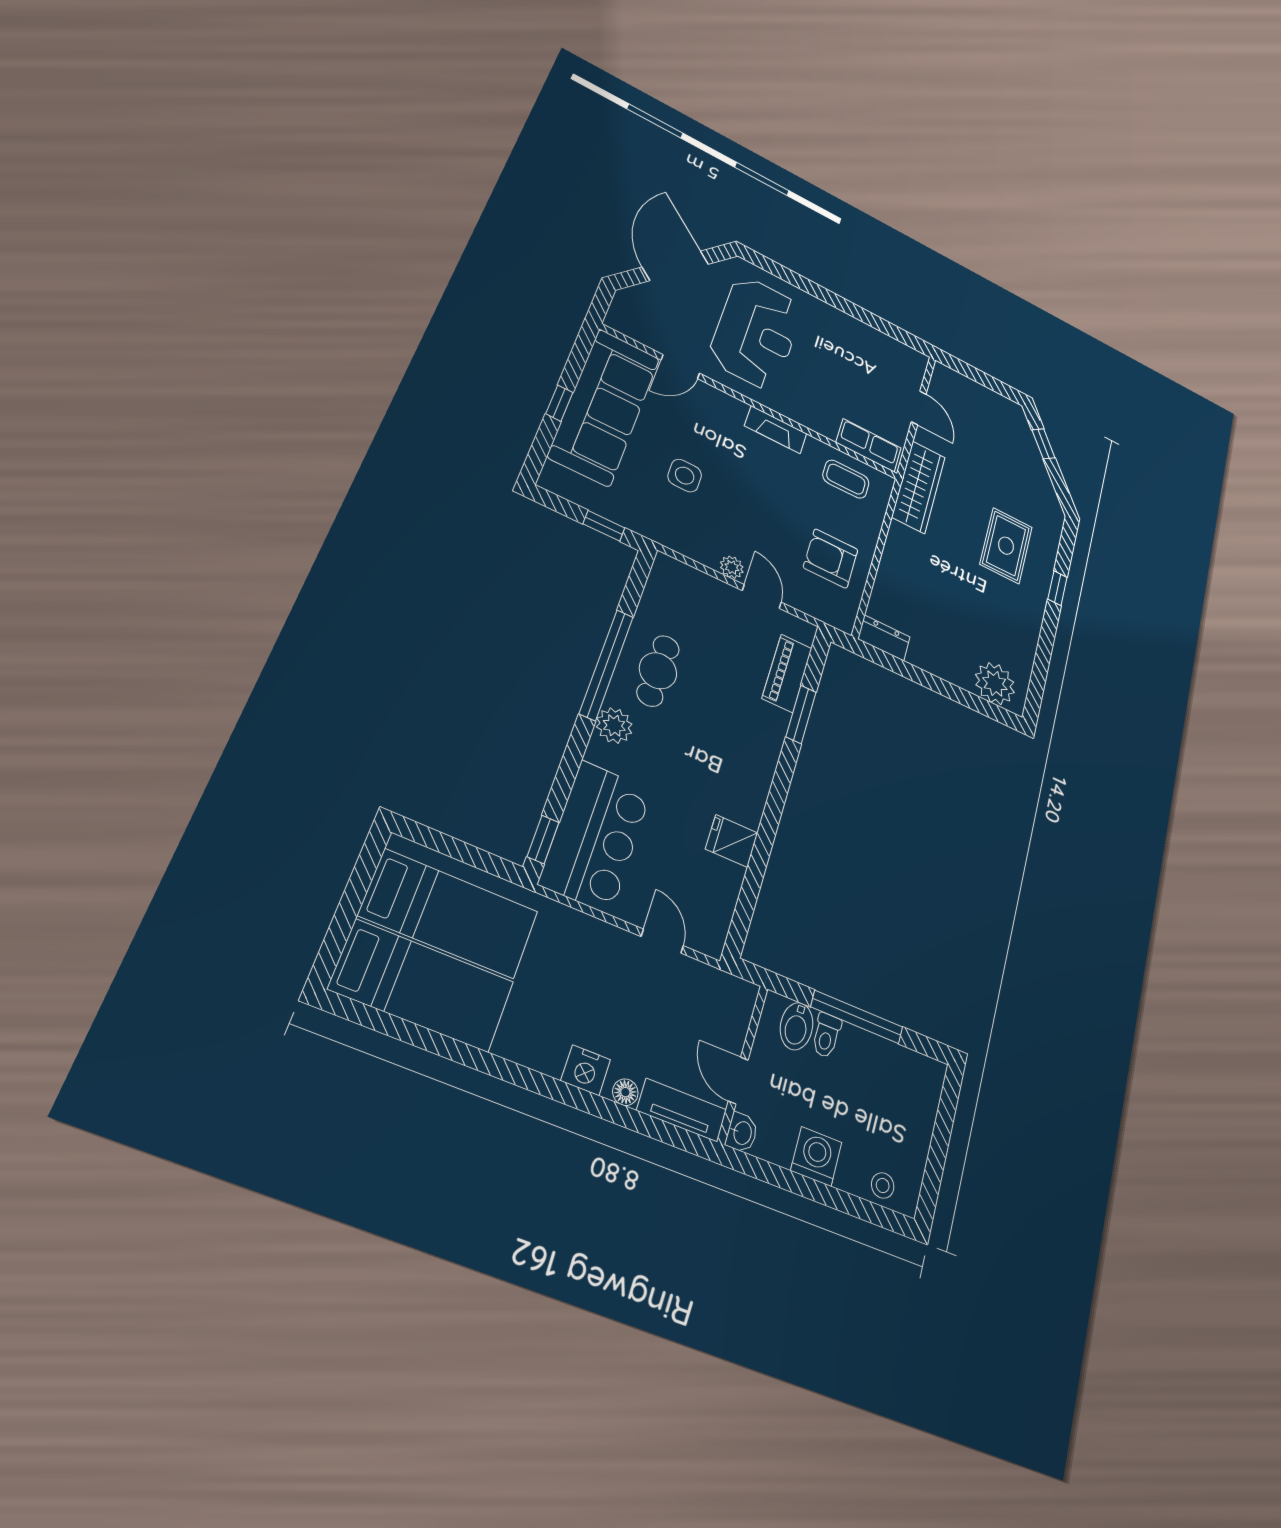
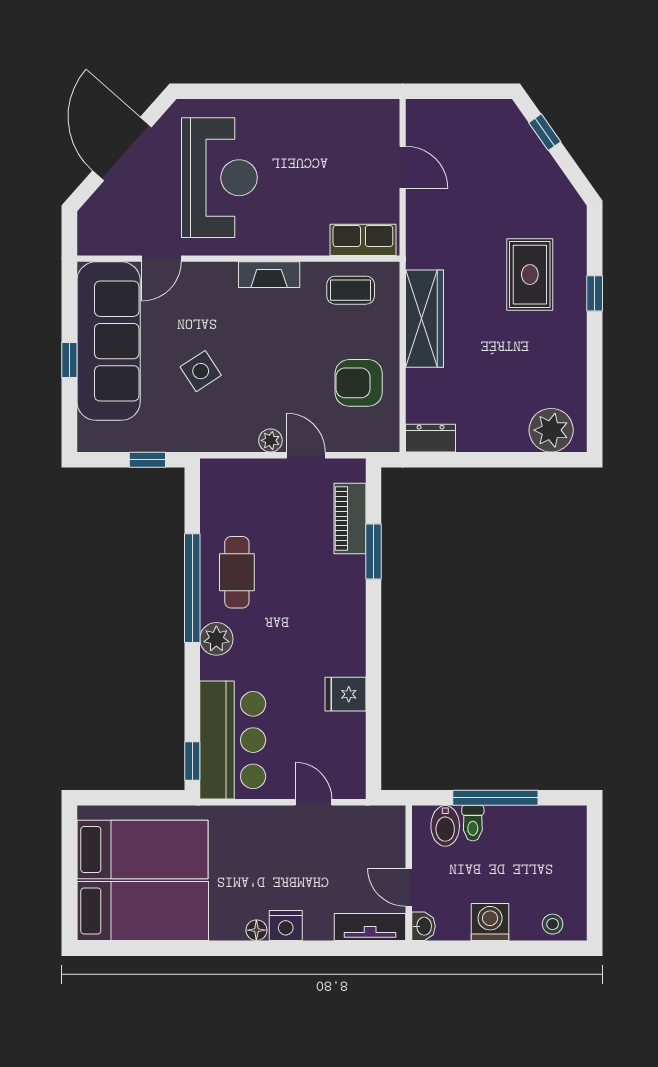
side table: (685, 476) -> (201, 371), turned -33
wardrobe: (919, 487) -> (425, 319), moved
floor lamp: (625, 1092) -> (256, 930), moved

